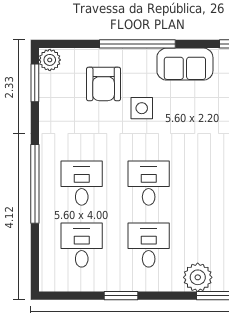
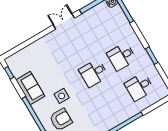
desk: (82, 183) -> (111, 103), removed
plant: (198, 277) -> (123, 26), removed

